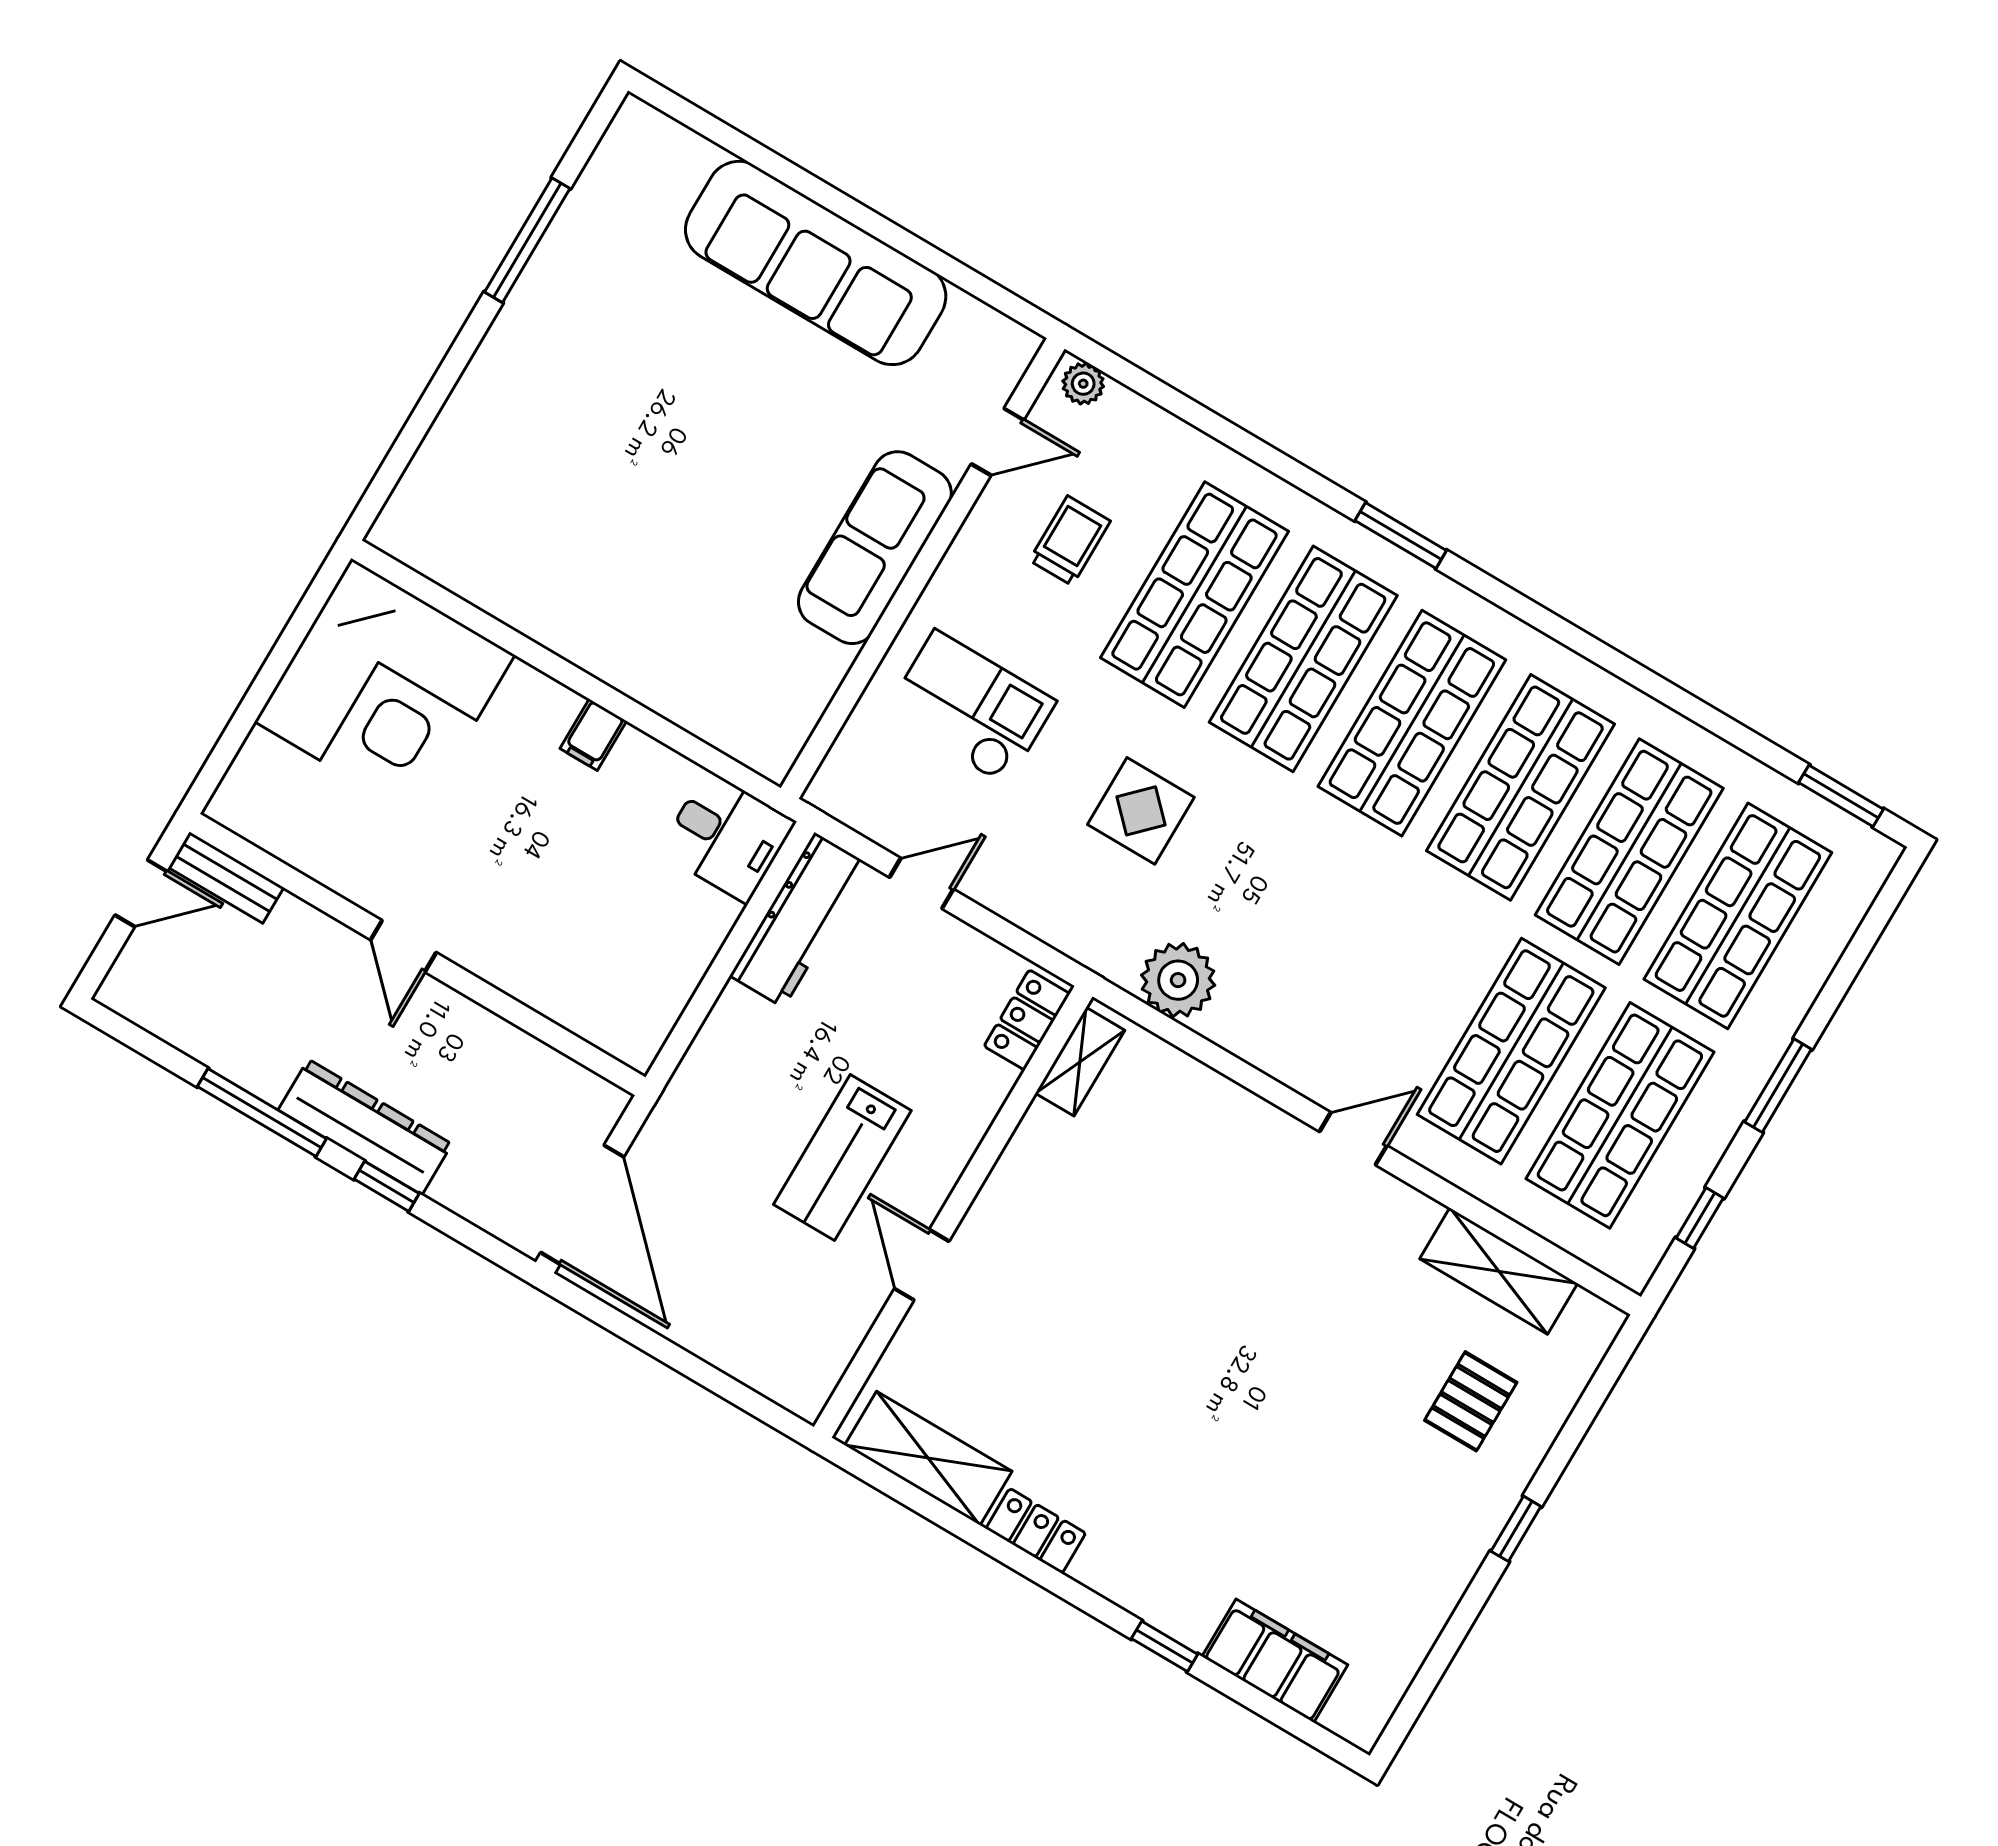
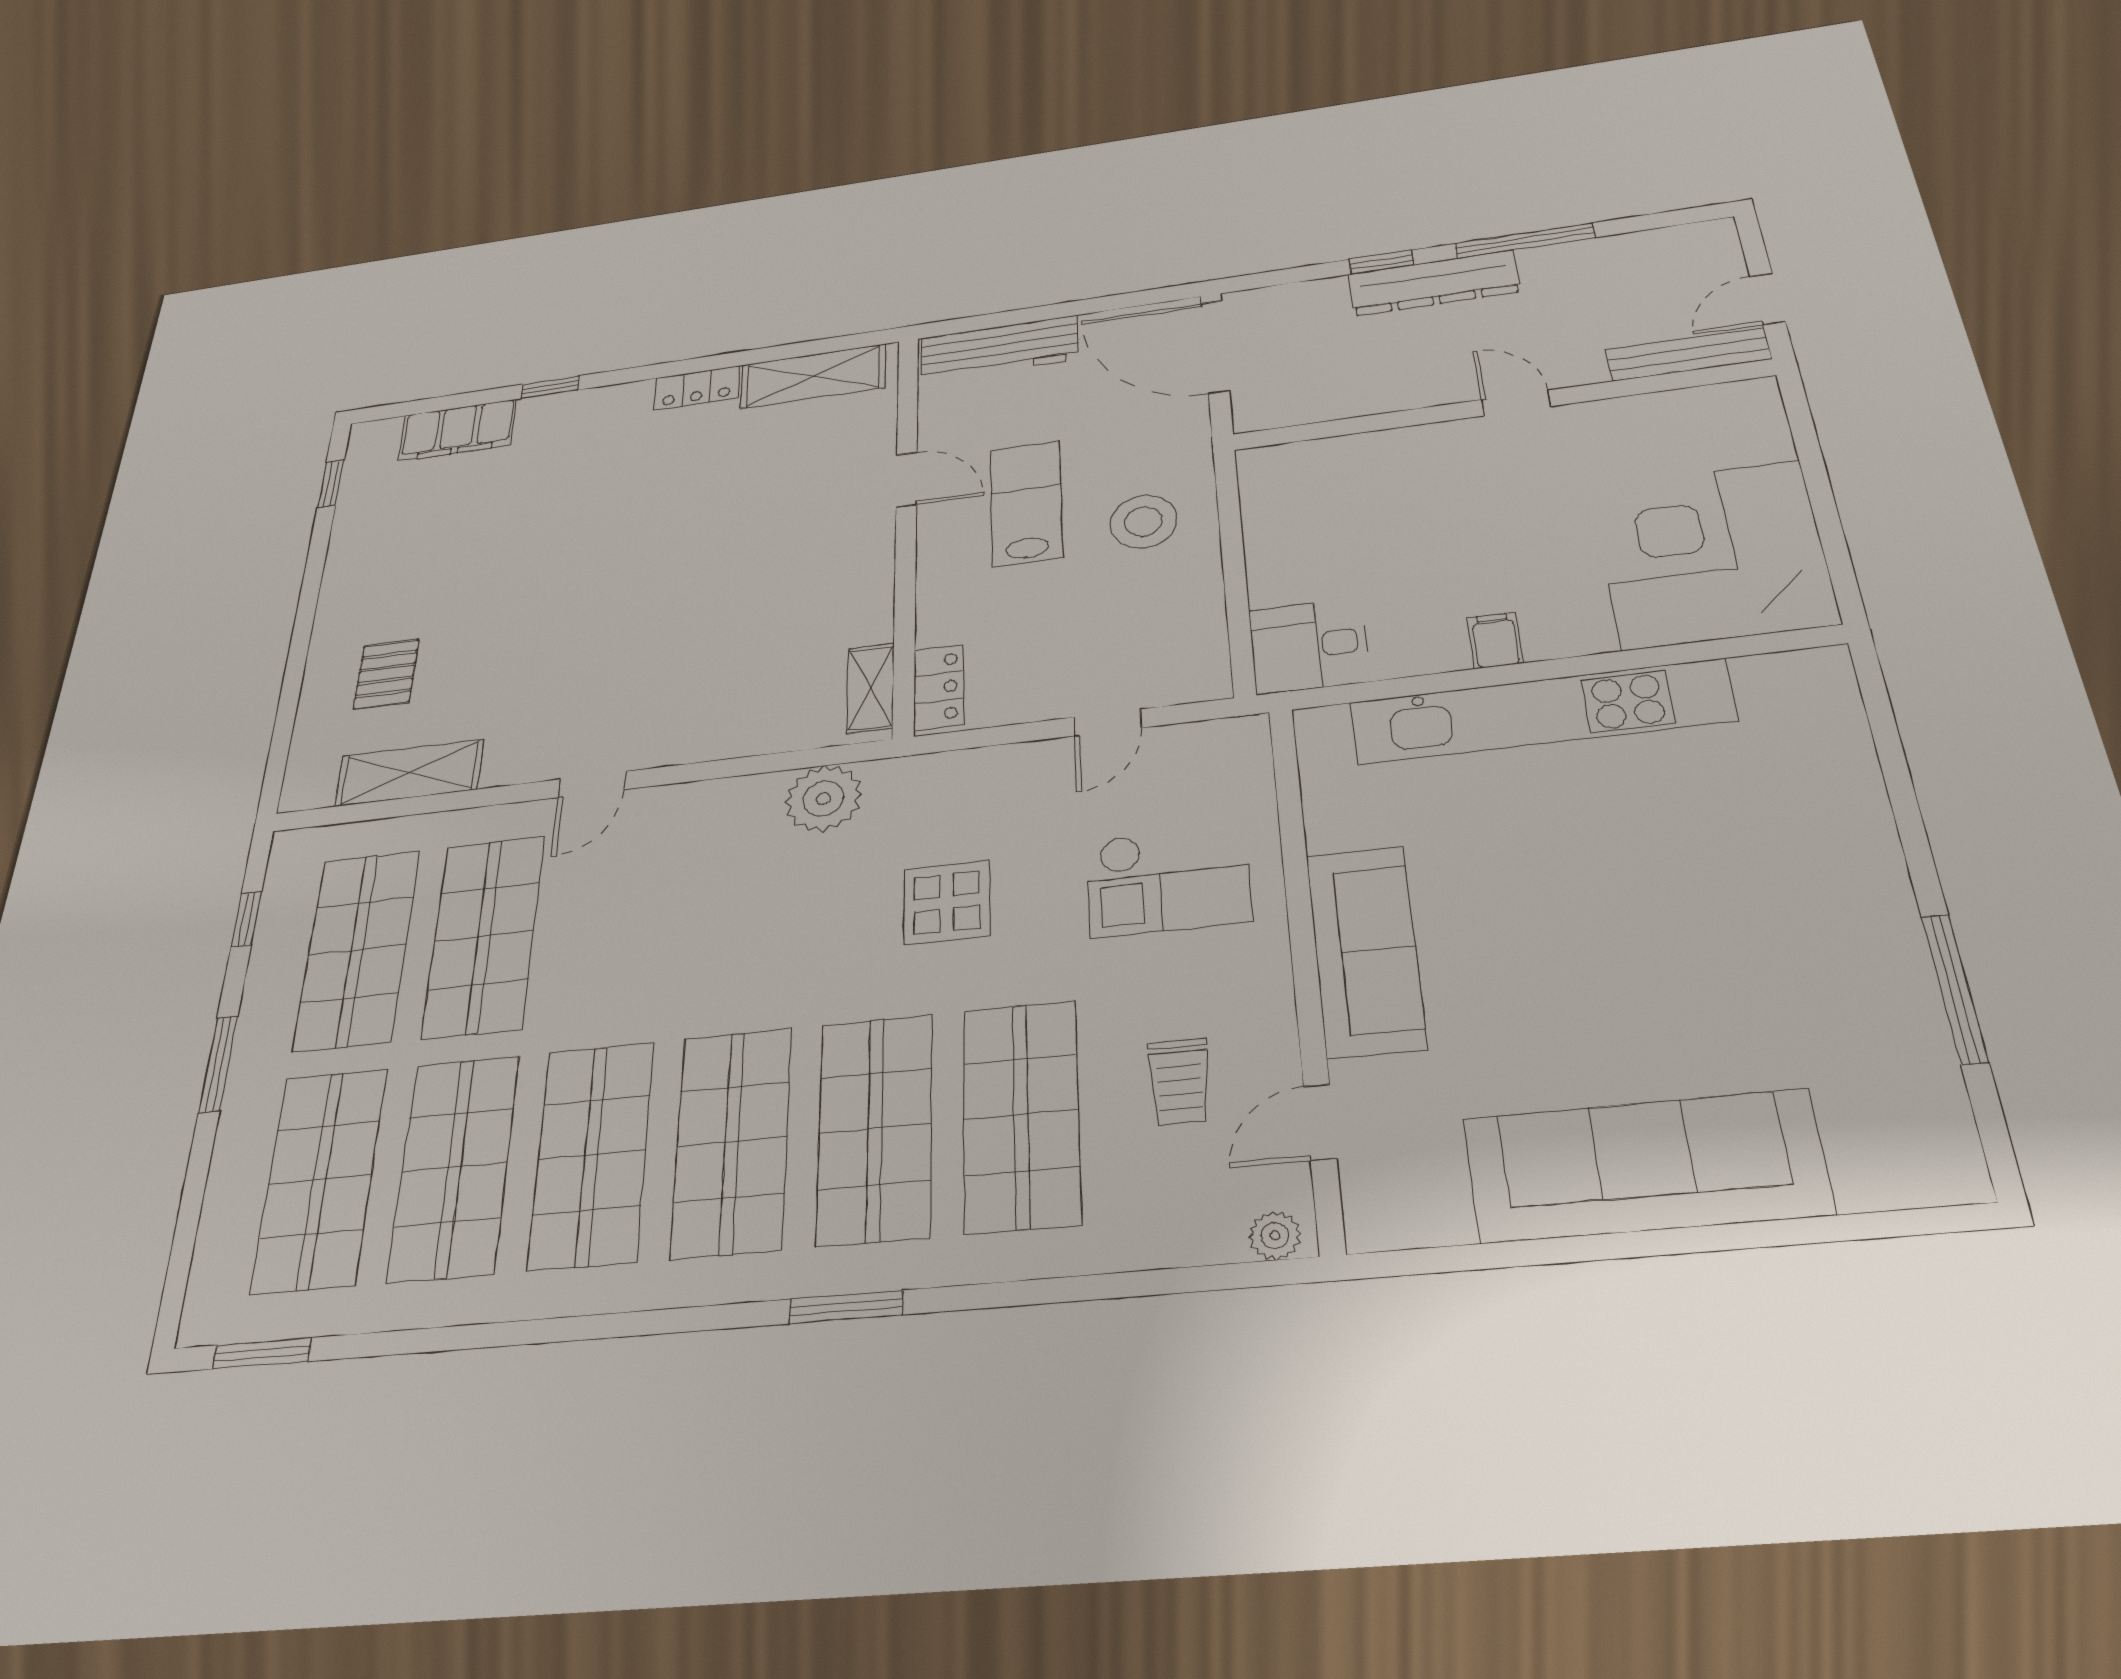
kitchen unit: (611, 648) -> (1541, 712), added
bench: (226, 877) -> (1688, 354), width x1.36
workbench: (799, 920) -> (999, 348), moved, turned -90
stool: (765, 1061) -> (1143, 522), added
window: (1516, 1529) -> (331, 484), moved

